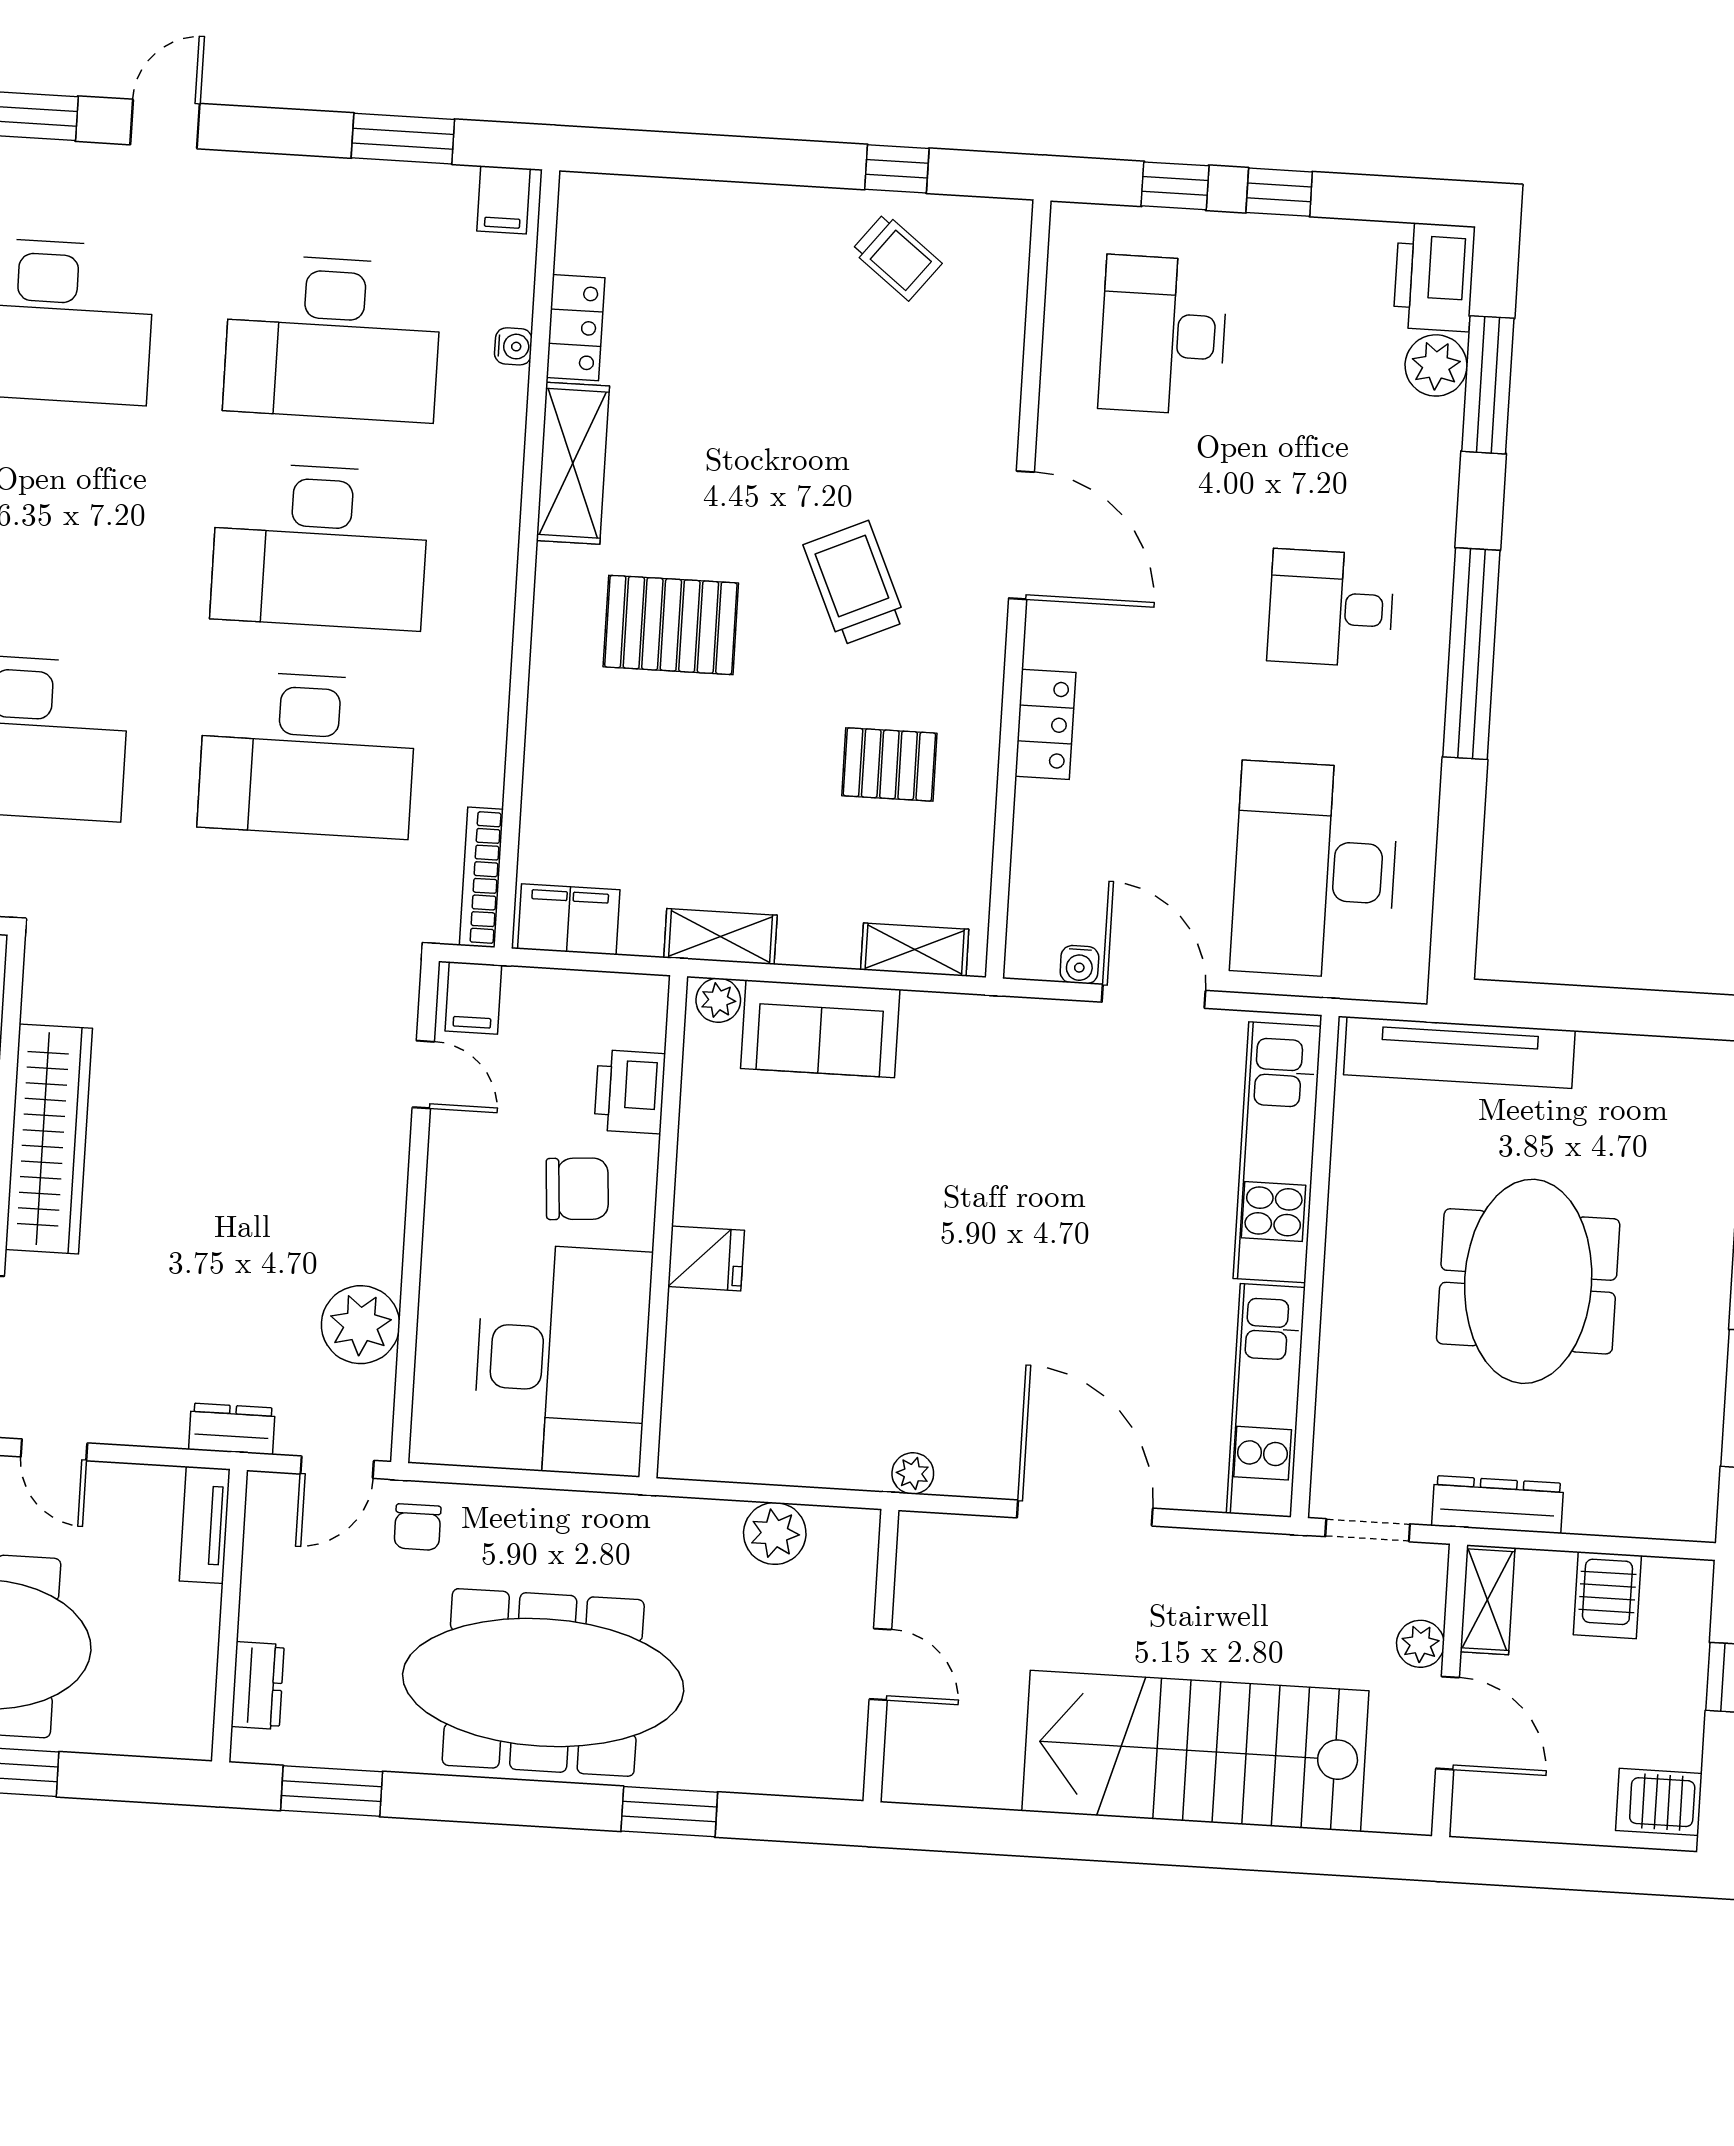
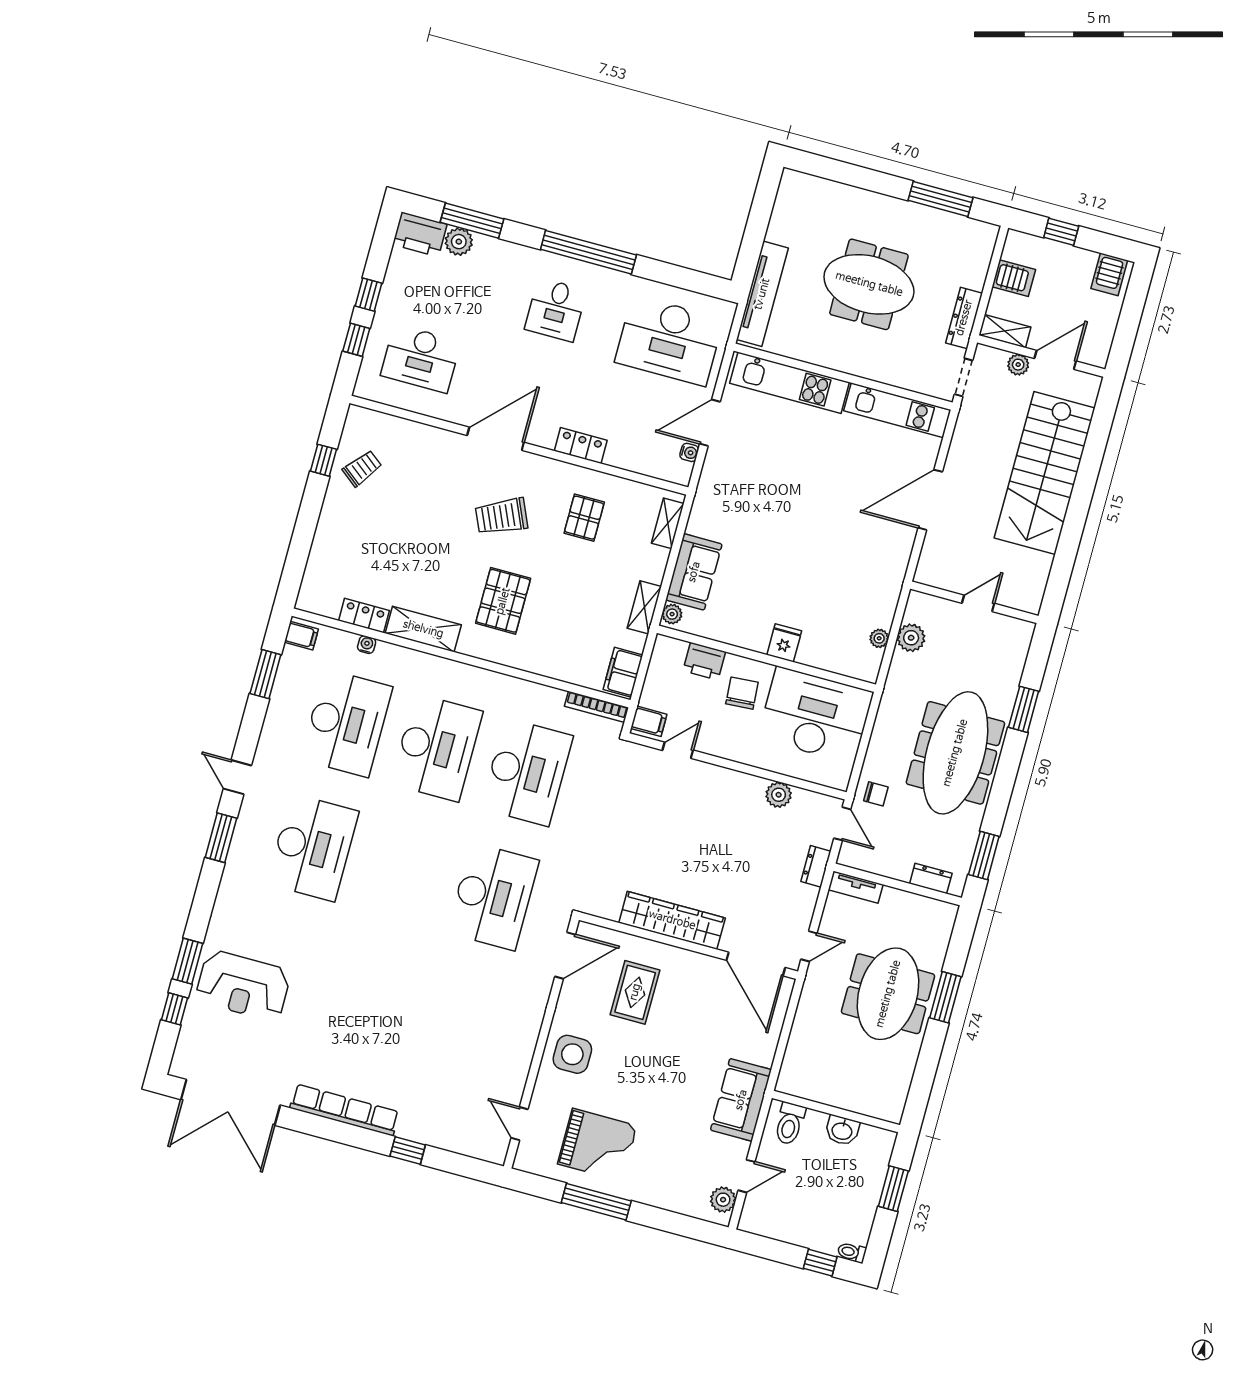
plant: (361, 1325) -> (779, 795), width x0.73, depth x0.73
plant: (913, 1473) -> (879, 638), moved

